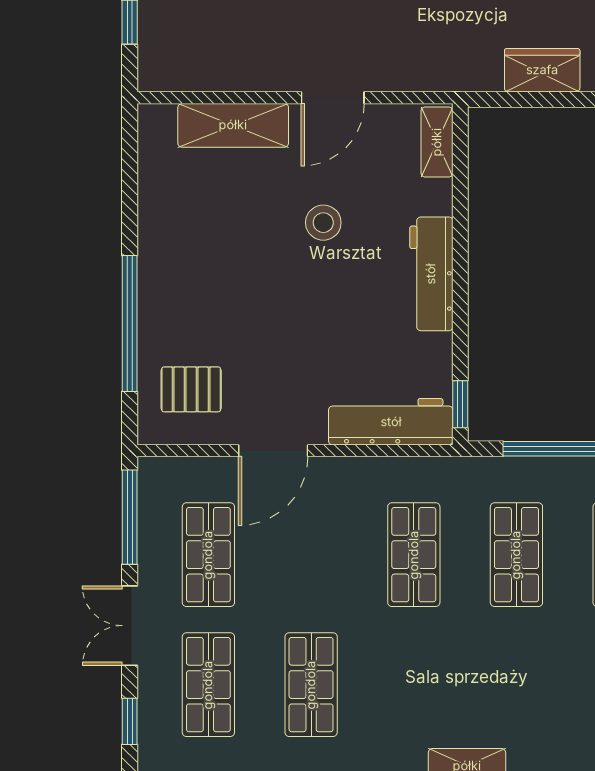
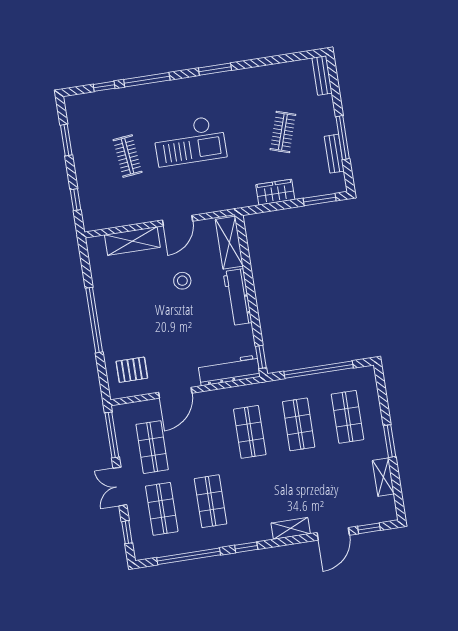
shelving: (437, 142) -> (229, 243), width x1.50, depth x1.33
window: (130, 324) -> (94, 320), moved

